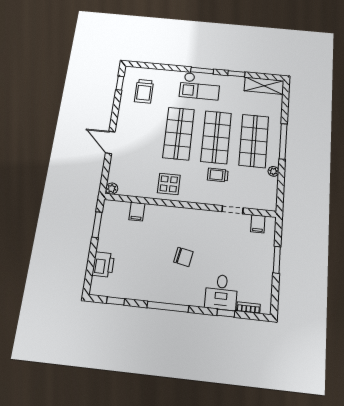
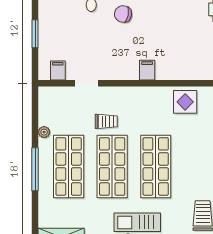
display table: (169, 184) -> (185, 102), moved
filing cabinet: (137, 212) -> (147, 70), moved
chair: (183, 257) -> (123, 14), moved

